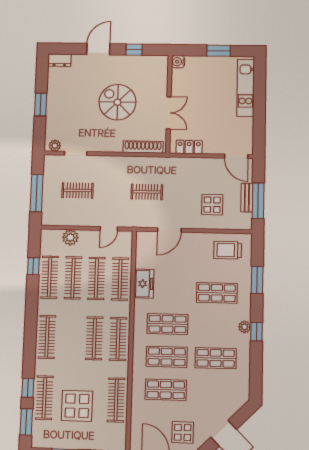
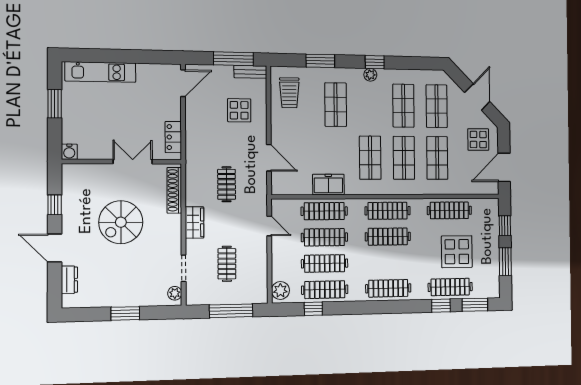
dresser: (60, 60) -> (69, 280), moved
wardrobe: (115, 164) -> (194, 222), added
bench: (247, 198) -> (250, 72), moved
plant: (70, 237) -> (280, 290), moved
shop shelf: (215, 391) -> (437, 106), added

